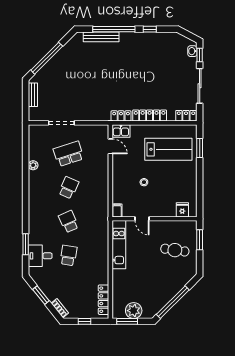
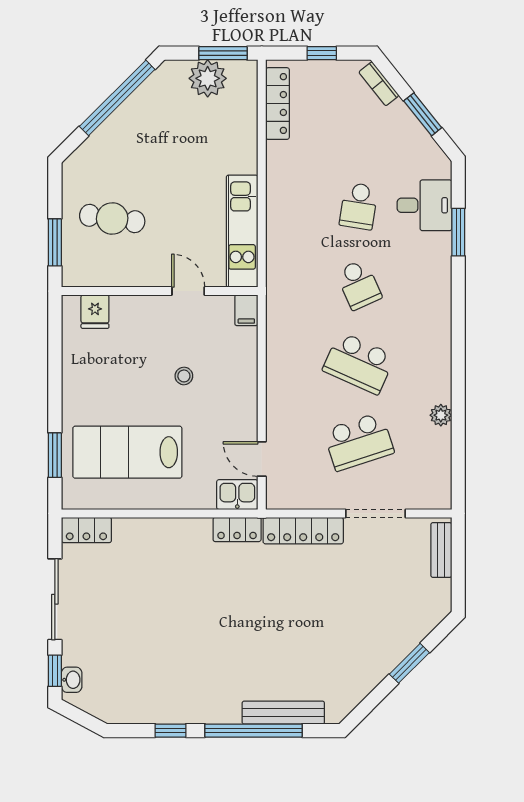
window: (47, 58) -> (409, 663), width x0.47
bench: (33, 95) -> (441, 550), moved
locker: (150, 115) -> (303, 531), moved
school desk: (69, 188) -> (359, 363), width x1.85

